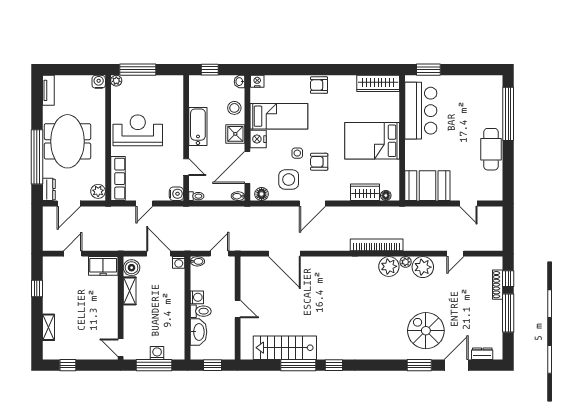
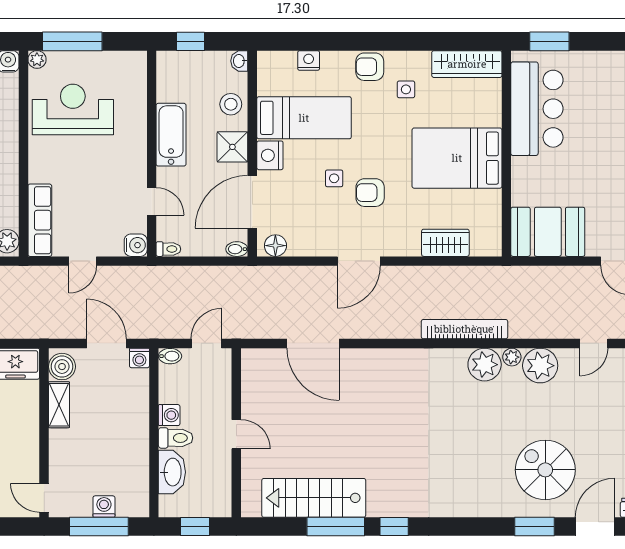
nightstand: (257, 81) -> (309, 60), moved
reception desk: (138, 130) -> (73, 109), moved
side table: (289, 180) -> (406, 89), moved, width x0.54, depth x0.54
floor lamp: (386, 195) -> (479, 248), removed

